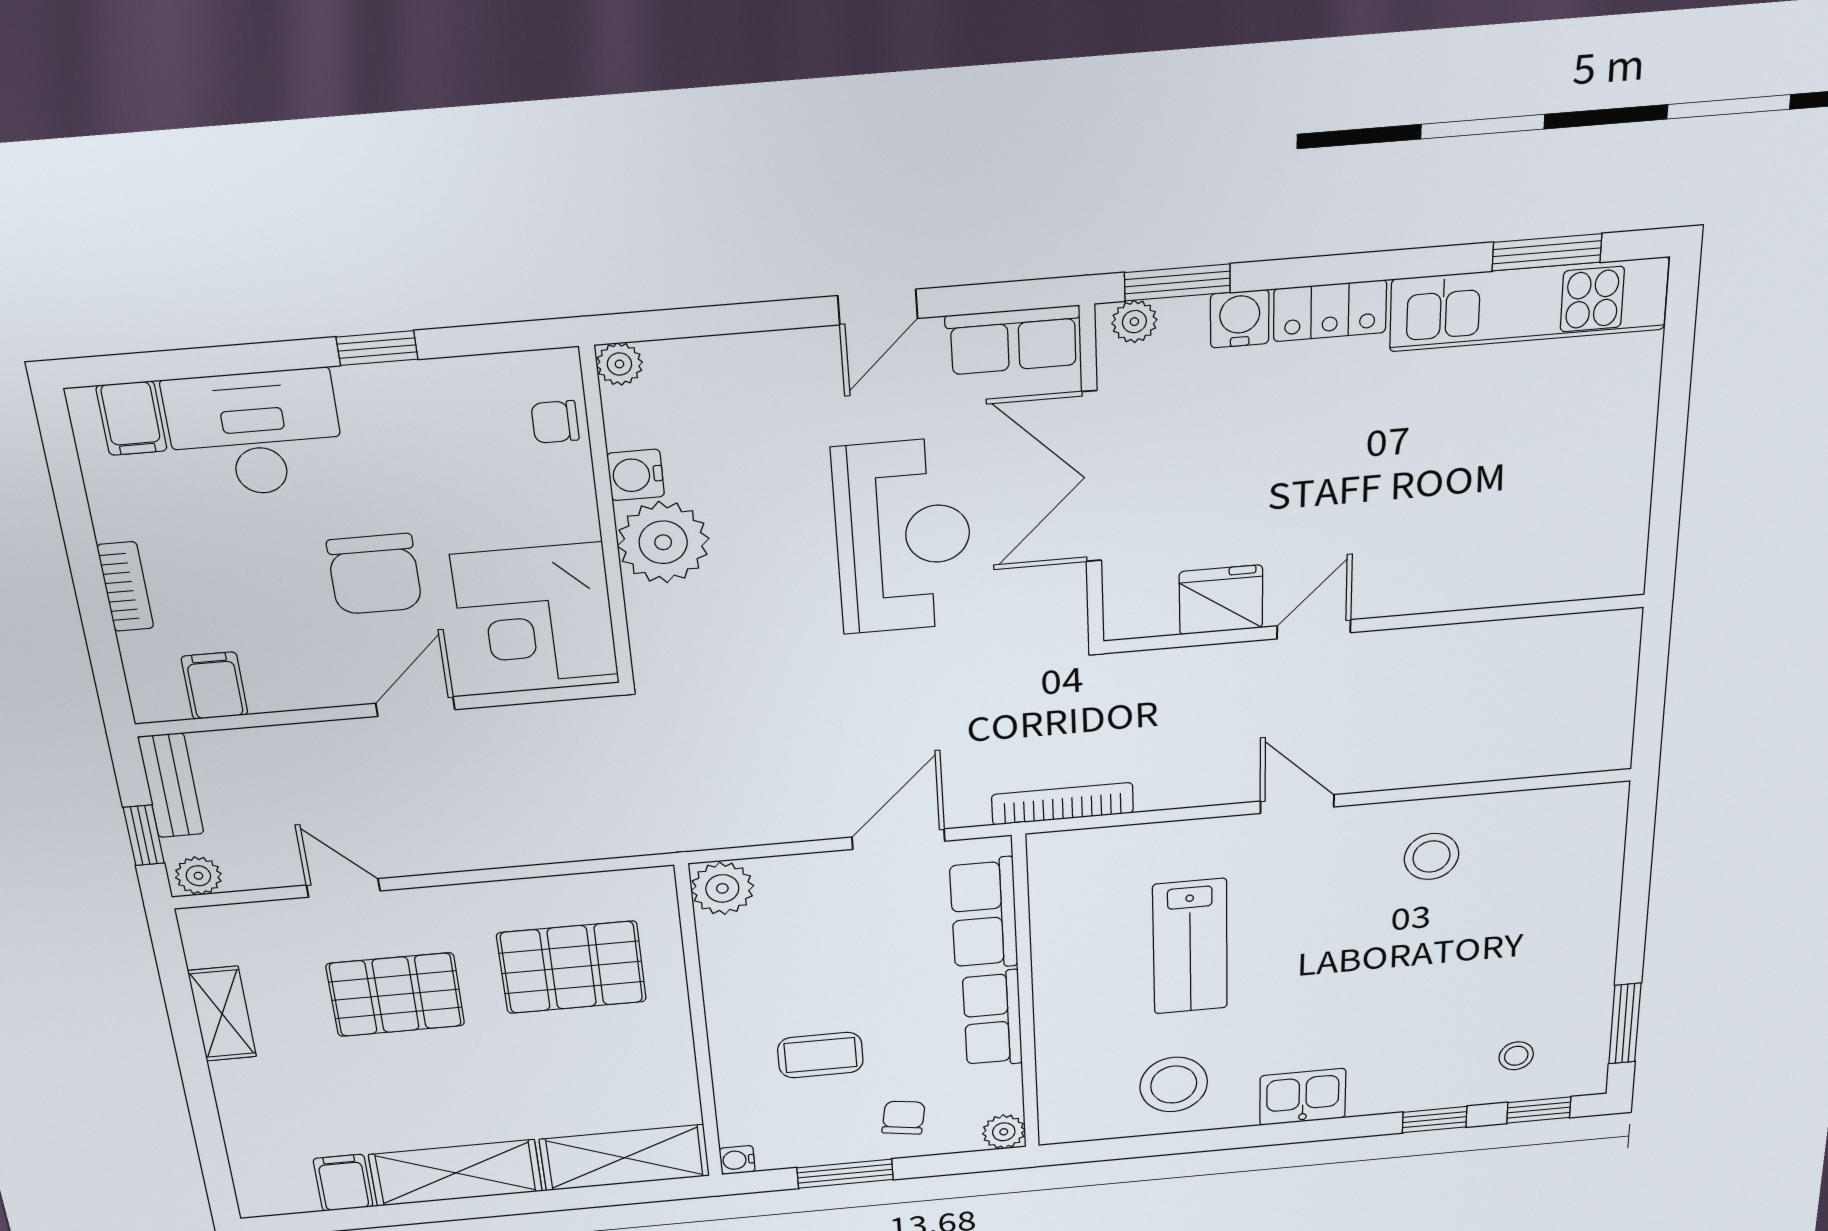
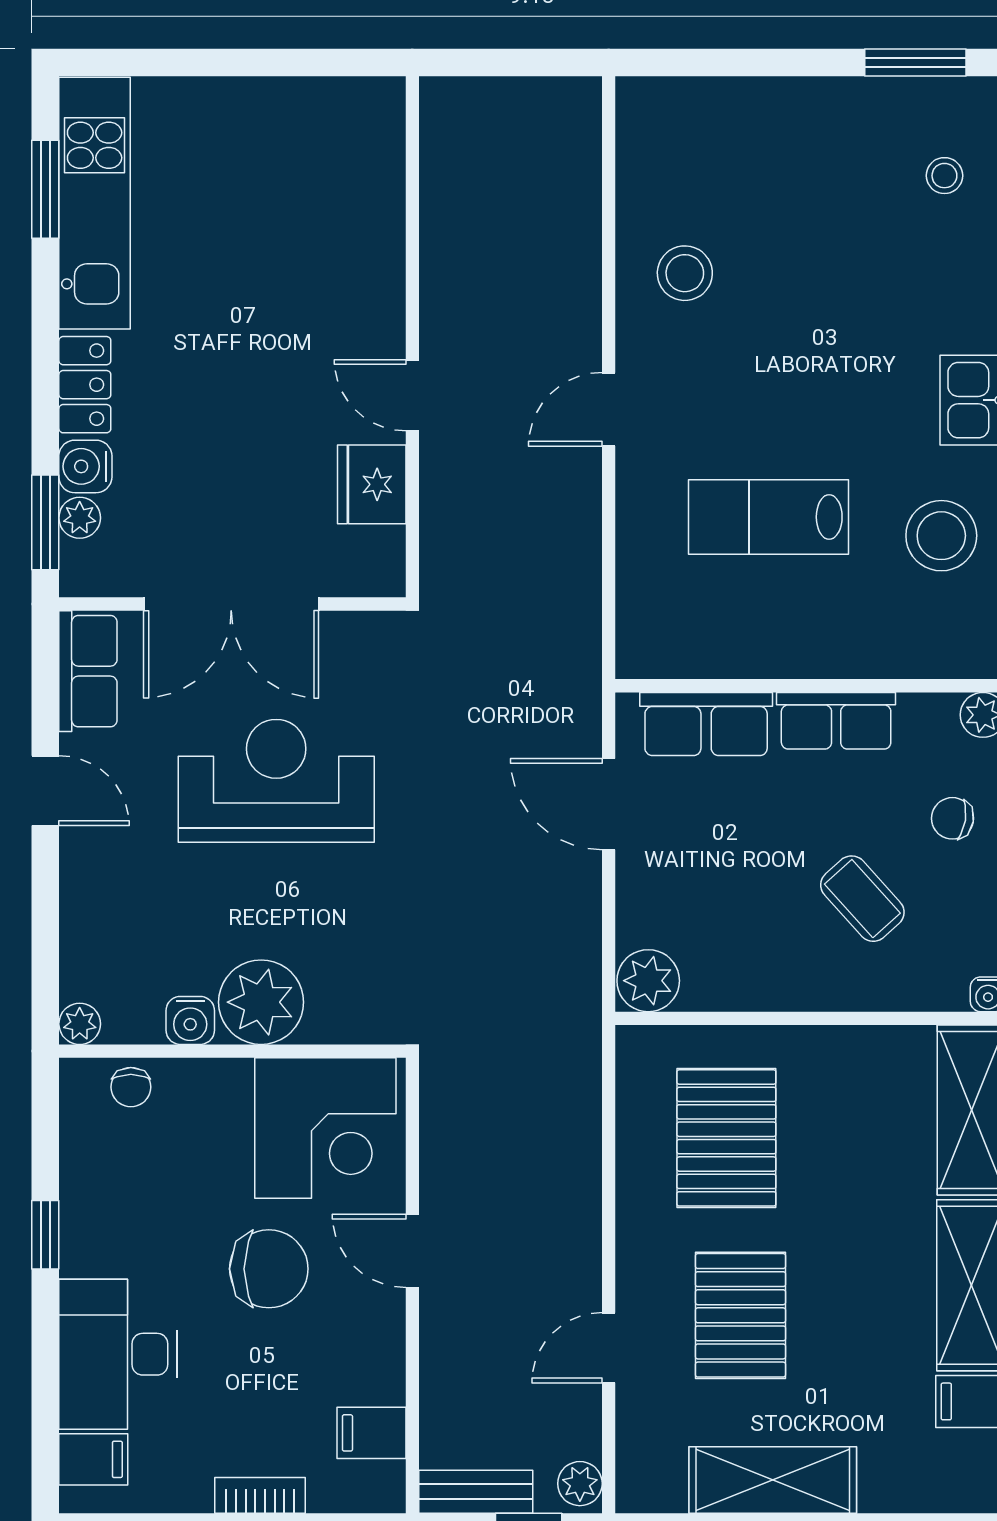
plant: (1134, 322) -> (80, 518), moved
bookcase: (1063, 804) -> (584, 641), removed
lab bench: (1190, 947) -> (768, 517), turned 180
shelving: (222, 1014) -> (773, 1480), width x1.50, depth x1.33
coffee table: (820, 1055) -> (862, 899), turned -42

